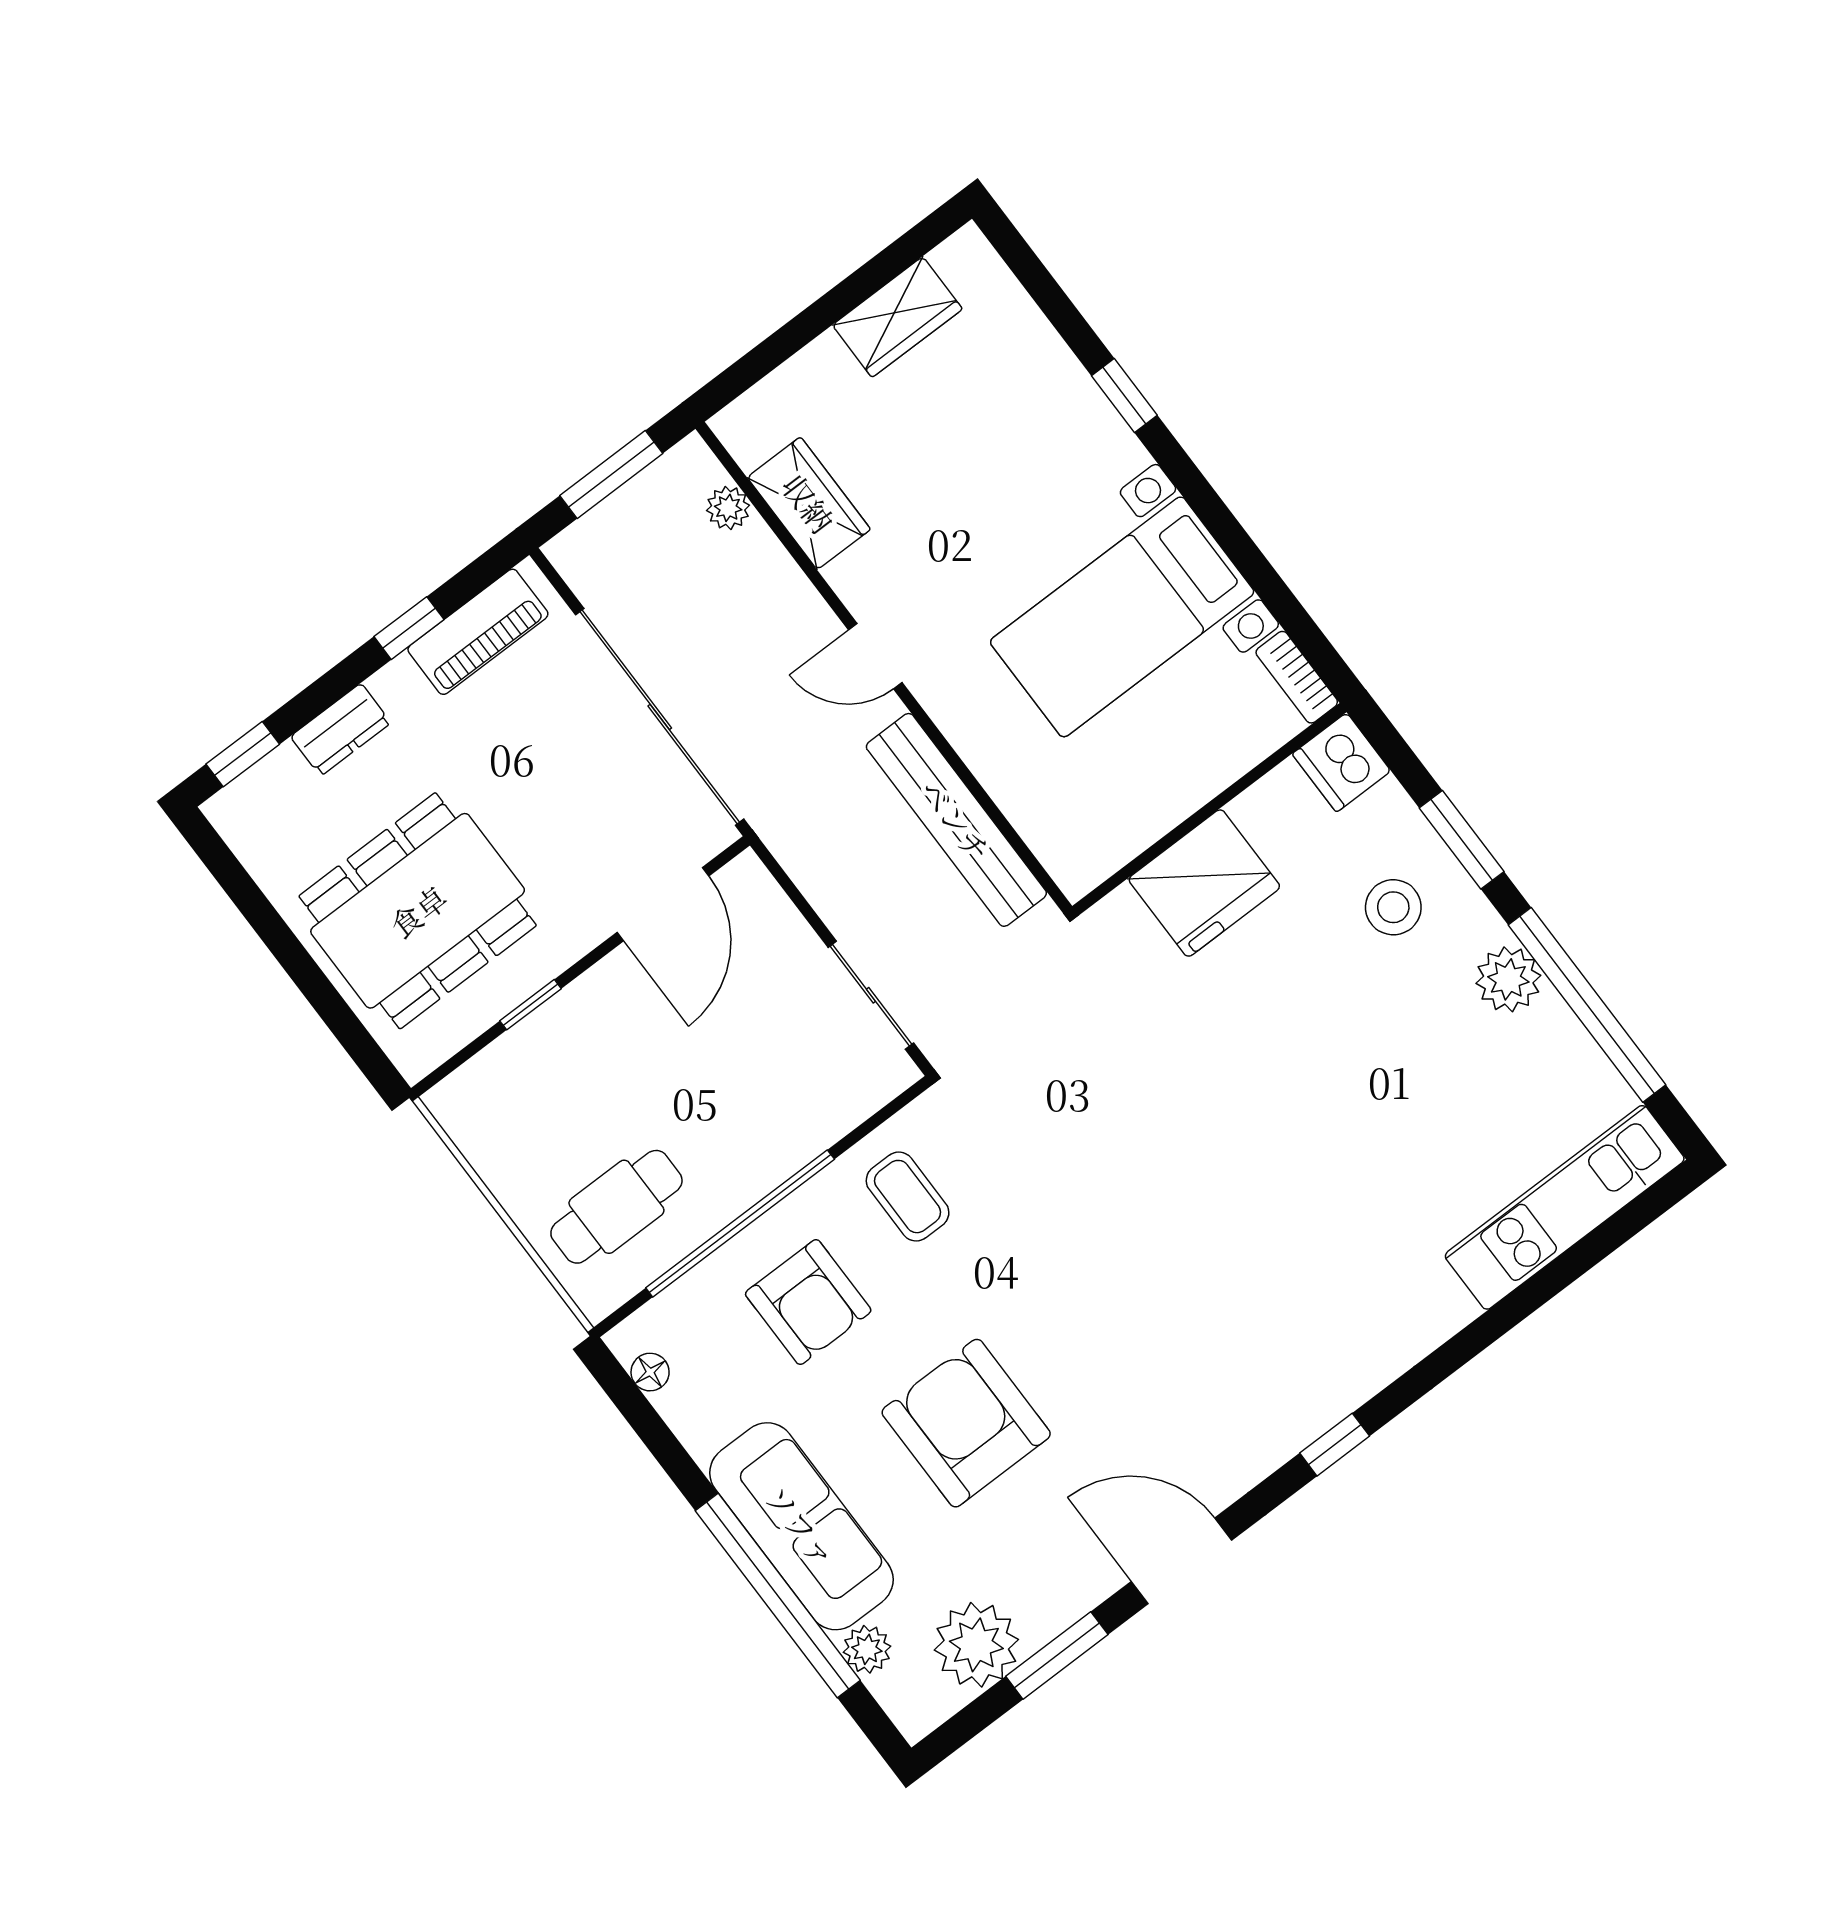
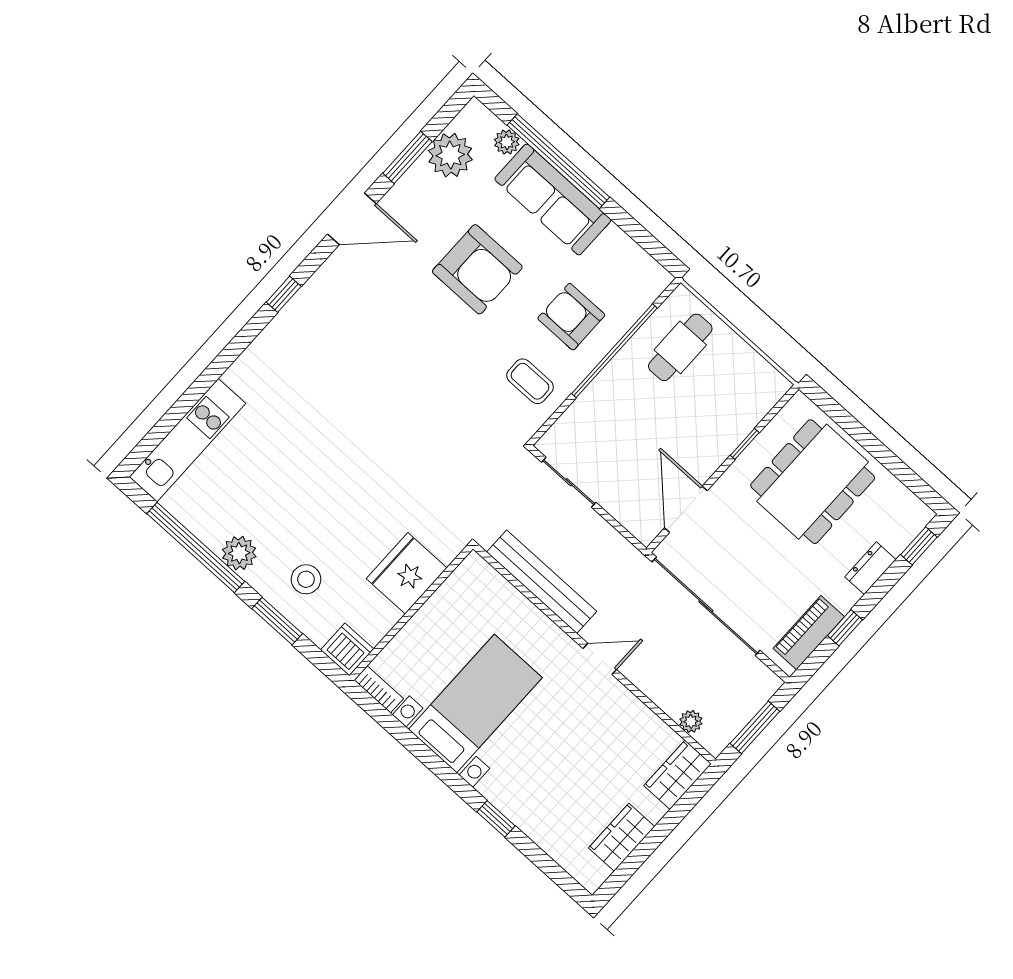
wardrobe: (809, 503) -> (678, 775), moved, turned 90
floor lamp: (650, 1372) -> (647, 265), removed

